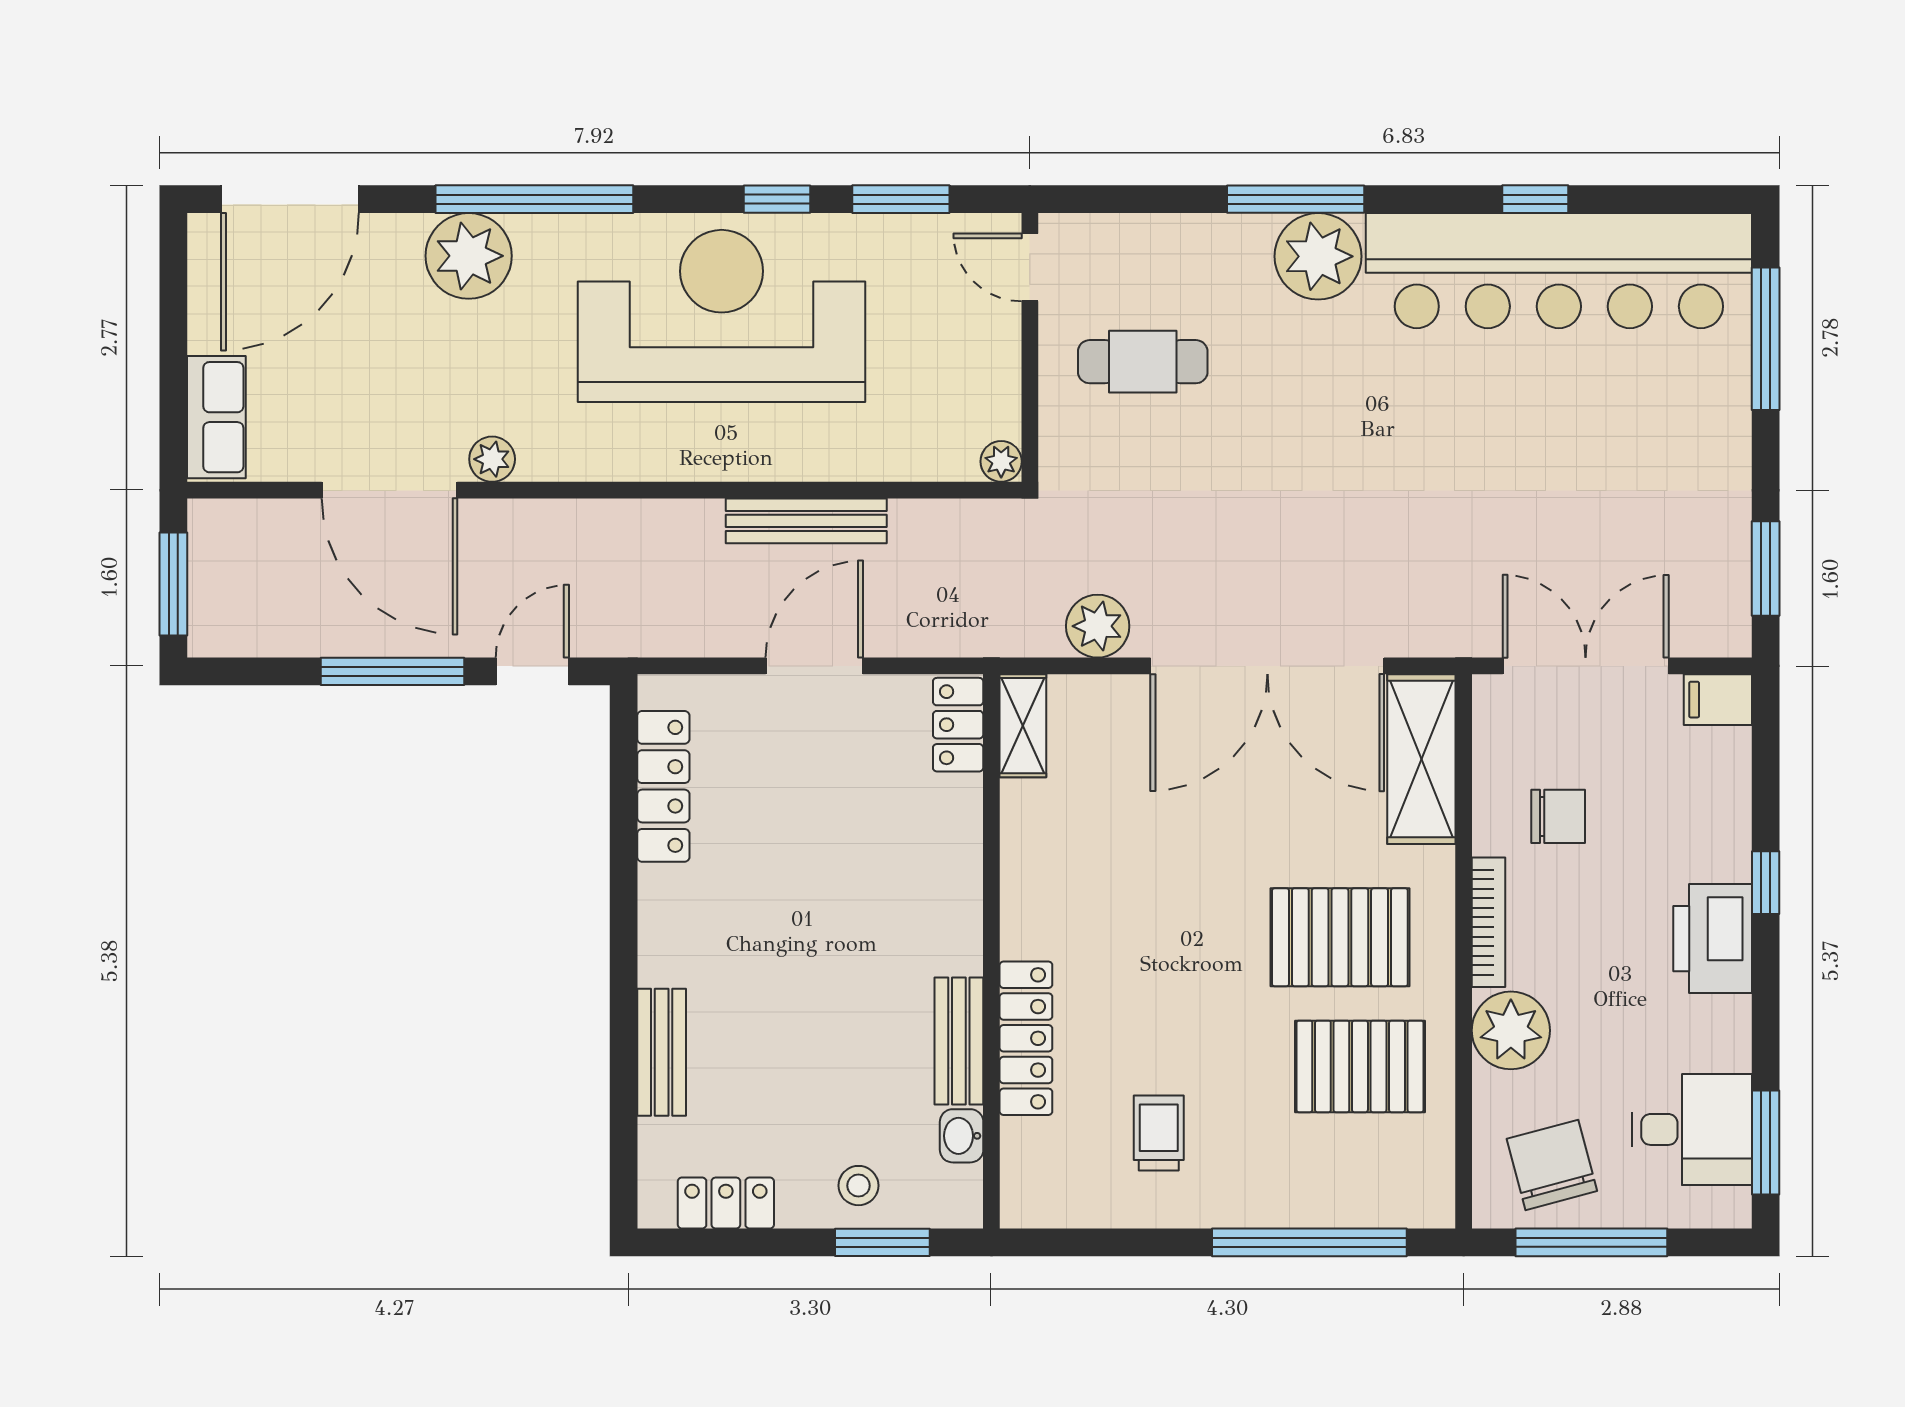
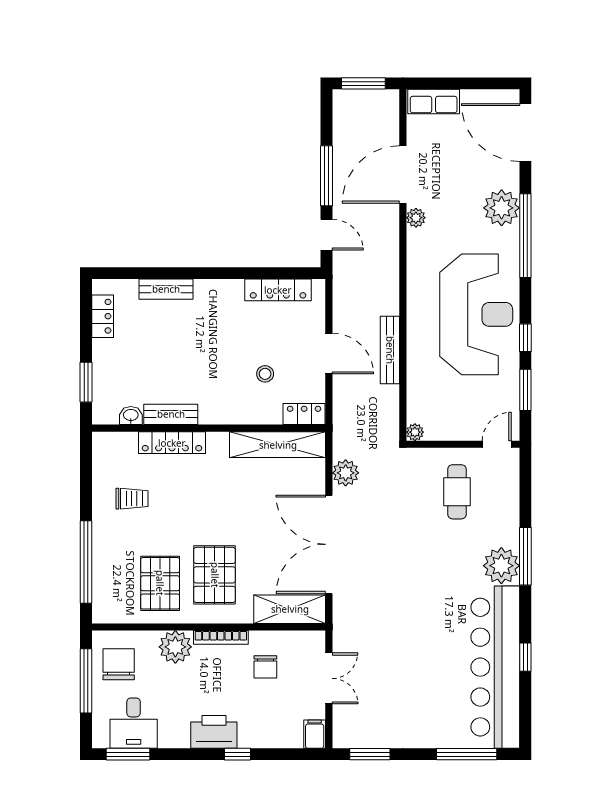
double door: (1586, 666) -> (329, 678), width x0.73
shelving: (1023, 726) -> (278, 445), width x2.20, depth x1.33
chair: (1552, 1165) -> (119, 664), turned -75
stool: (858, 1186) -> (265, 374), moved

